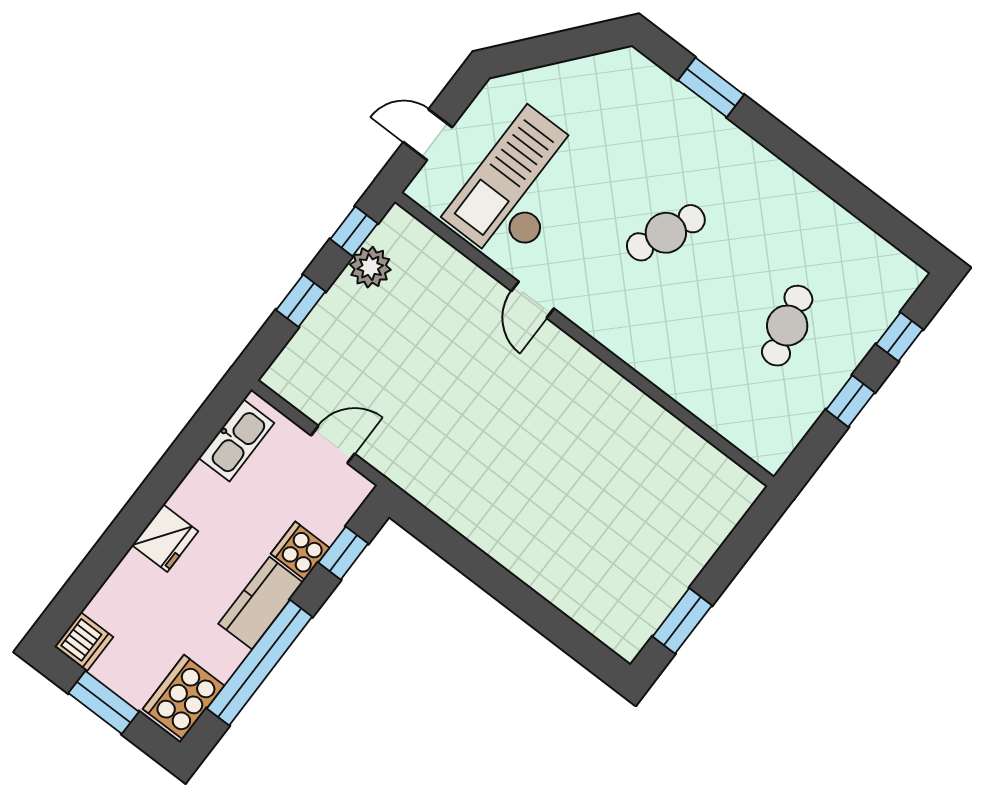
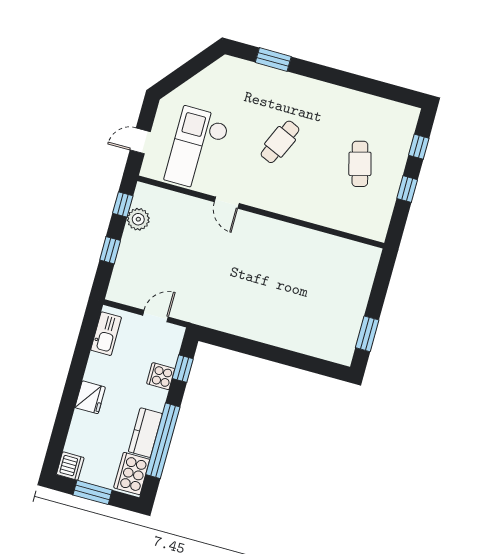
kitchen counter: (261, 603) -> (145, 433), moved

